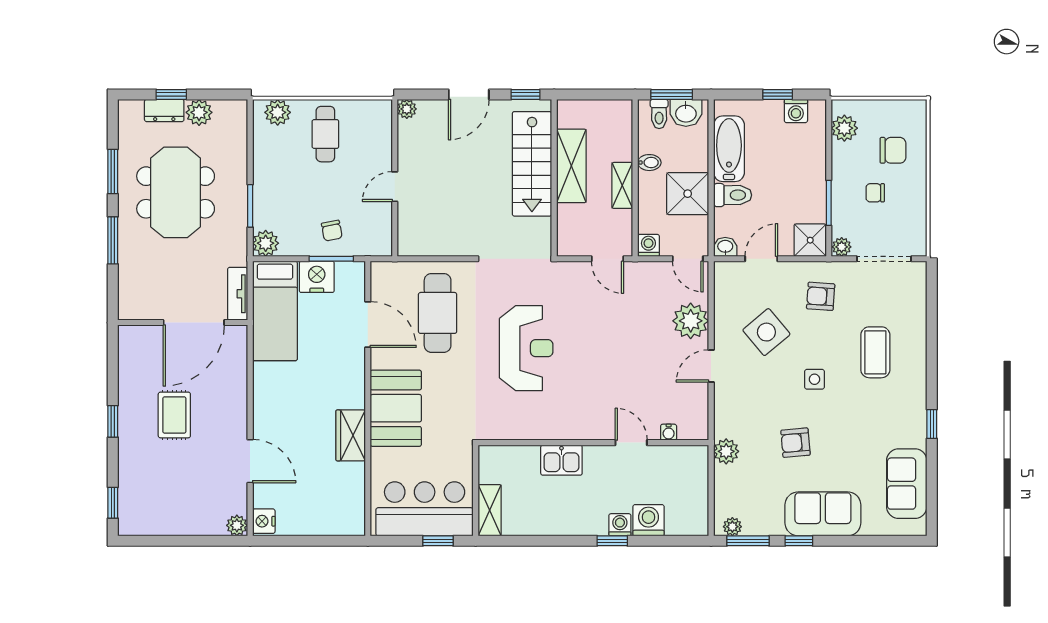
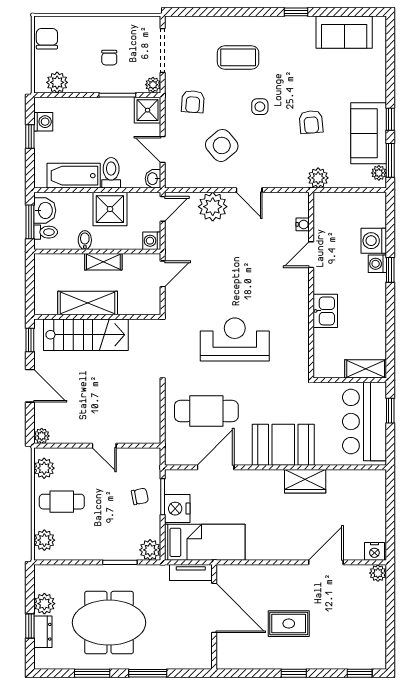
plant: (367, 112) -> (44, 468), added
chair: (893, 150) -> (47, 39), moved
sofa: (823, 514) -> (369, 133), moved

